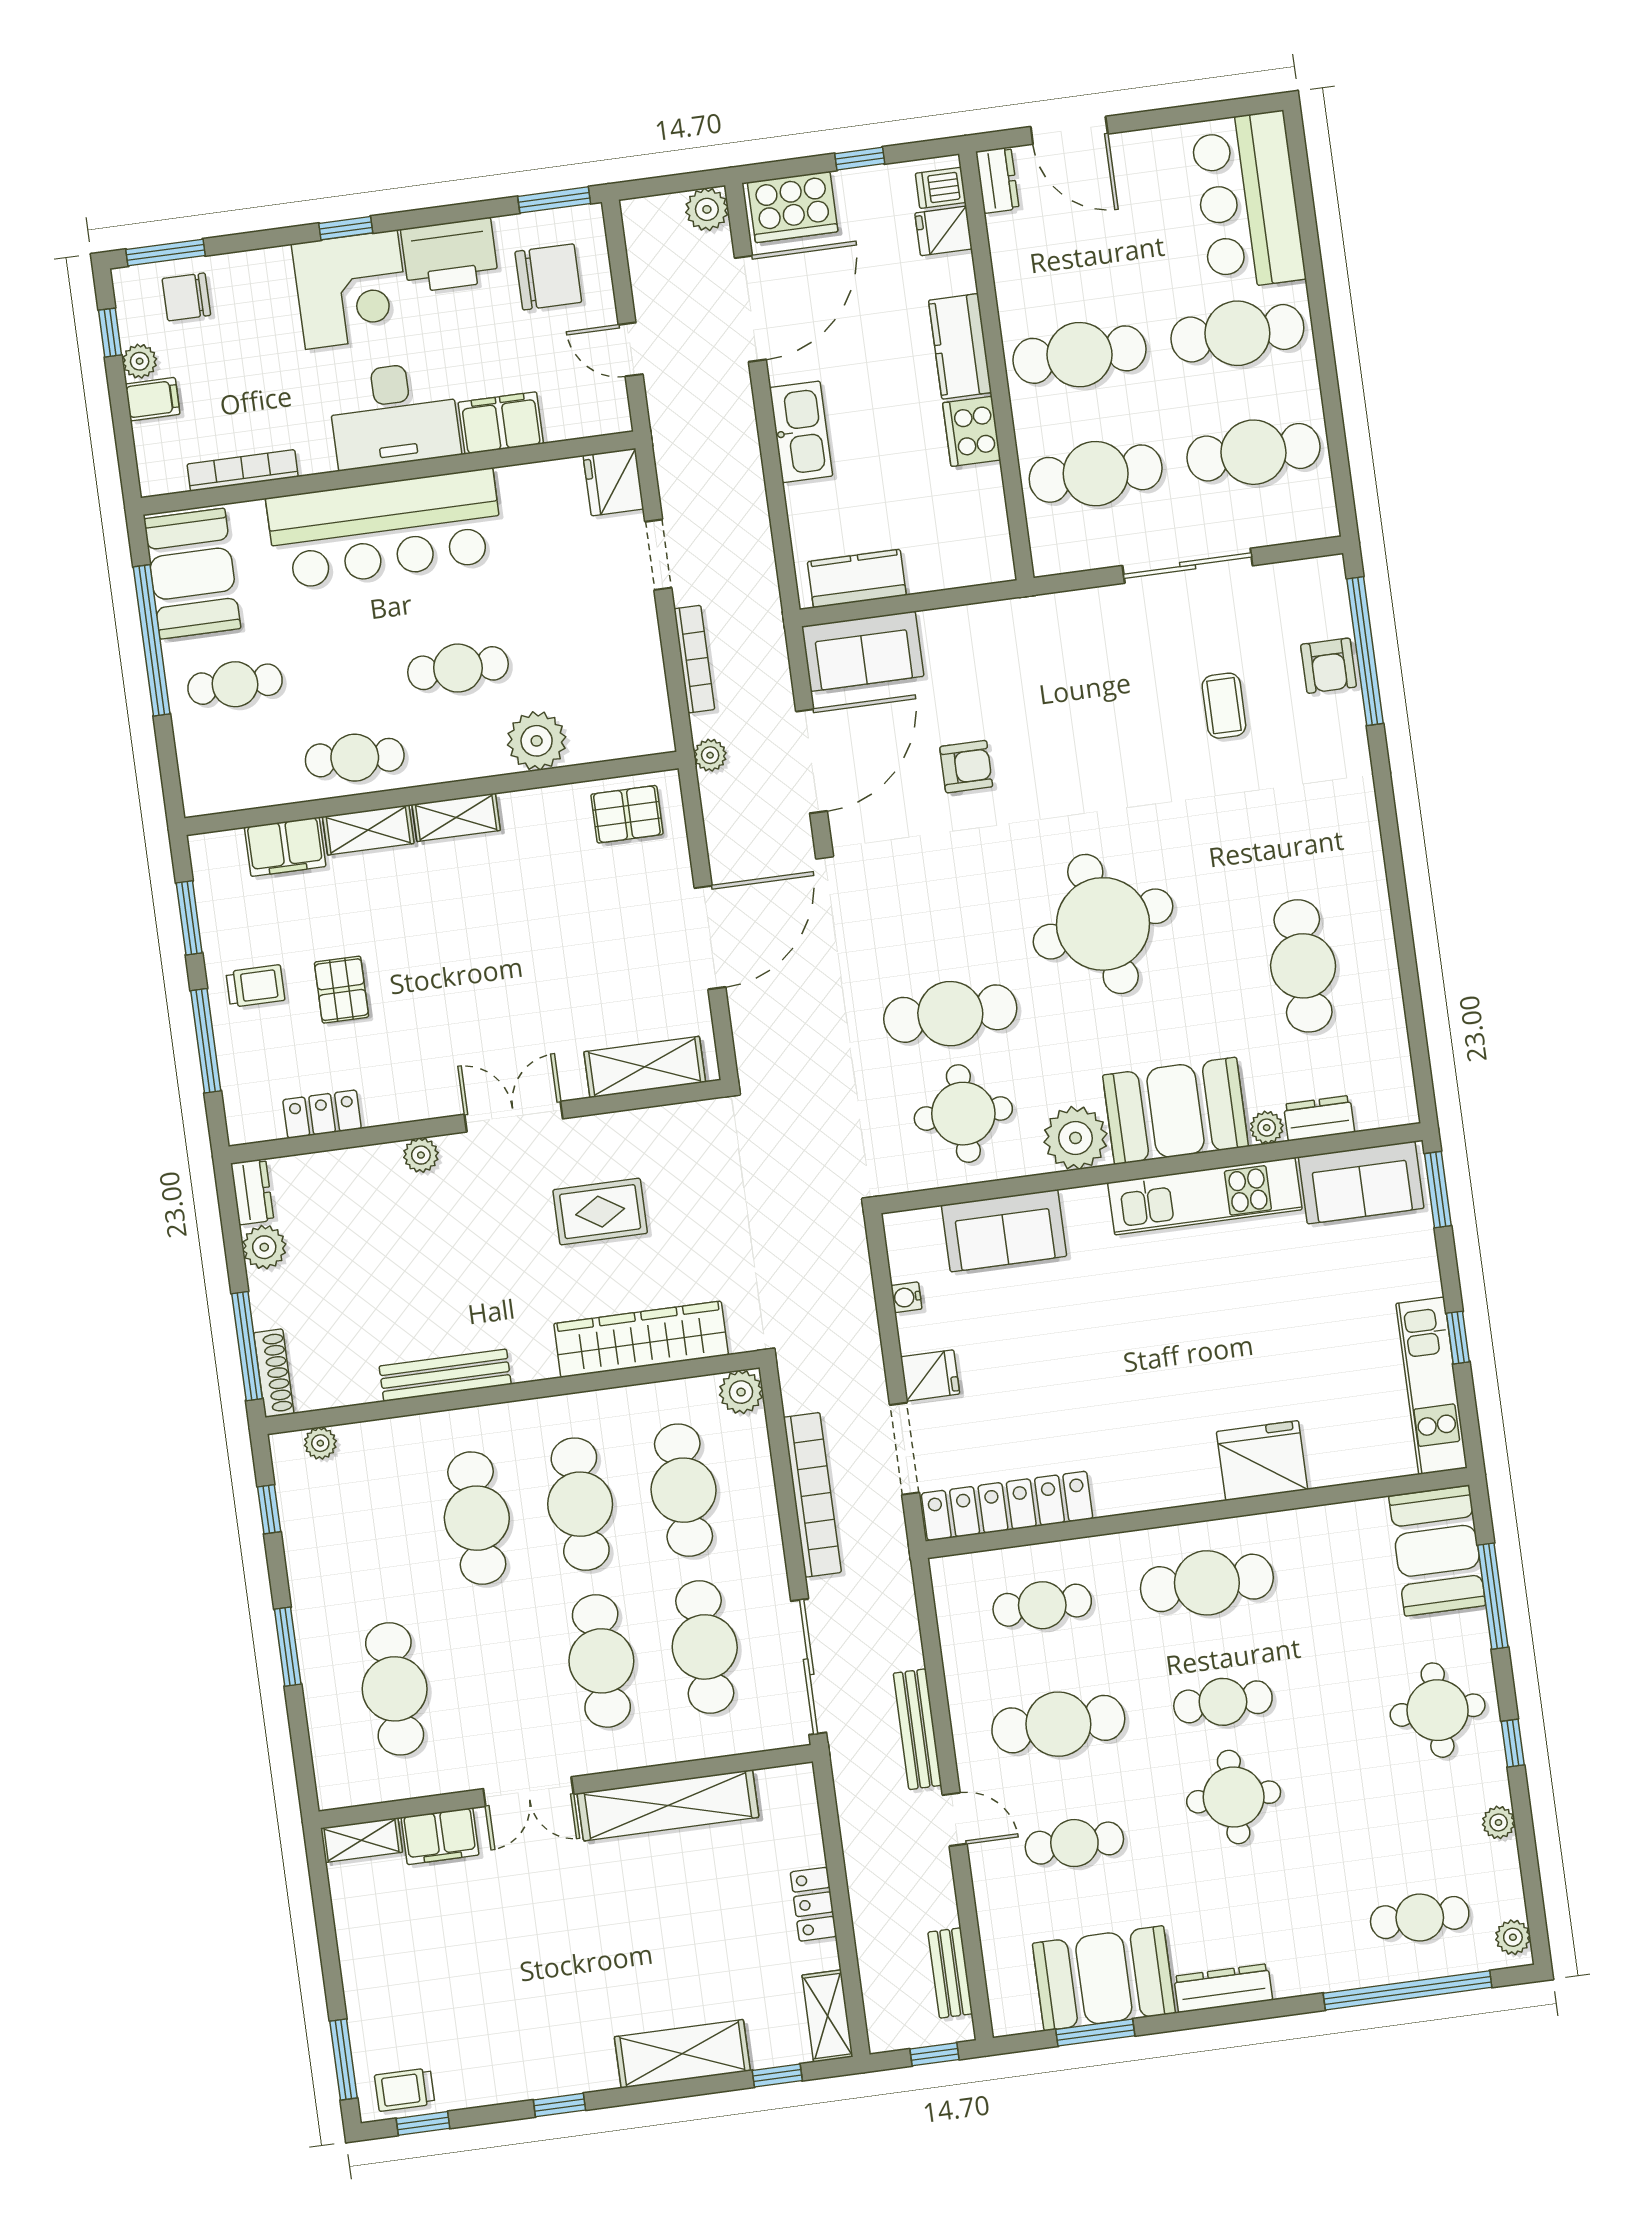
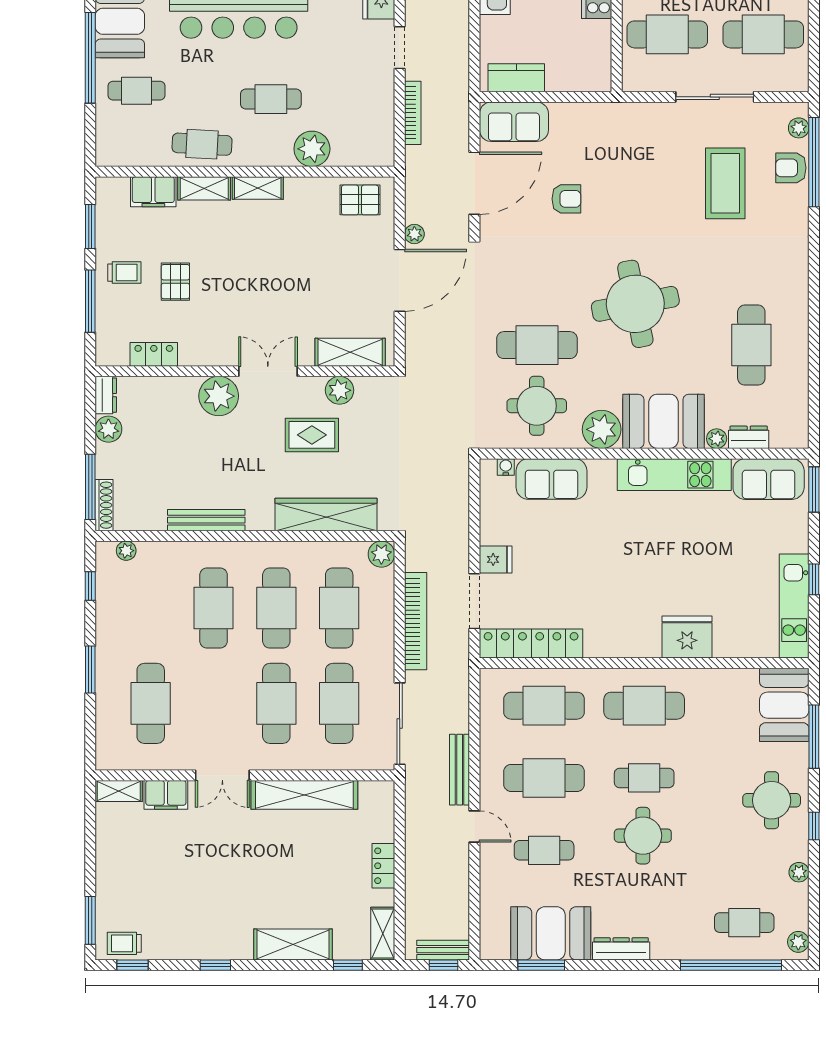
plant: (1333, 598) -> (799, 128), added
armchair: (1329, 666) -> (791, 168), turned 90
coffee table: (1224, 706) -> (725, 183), width x1.86, depth x1.72
plant: (710, 755) -> (414, 234), moved
plant: (636, 1132) -> (340, 390), added
plant: (421, 1155) -> (219, 396), width x1.88, depth x1.88
water cooler: (906, 1297) -> (506, 467), moved, turned 90
cafe table: (1042, 1605) -> (544, 706), width x1.37, depth x1.35
bench: (950, 1973) -> (443, 950), moved, turned 90

